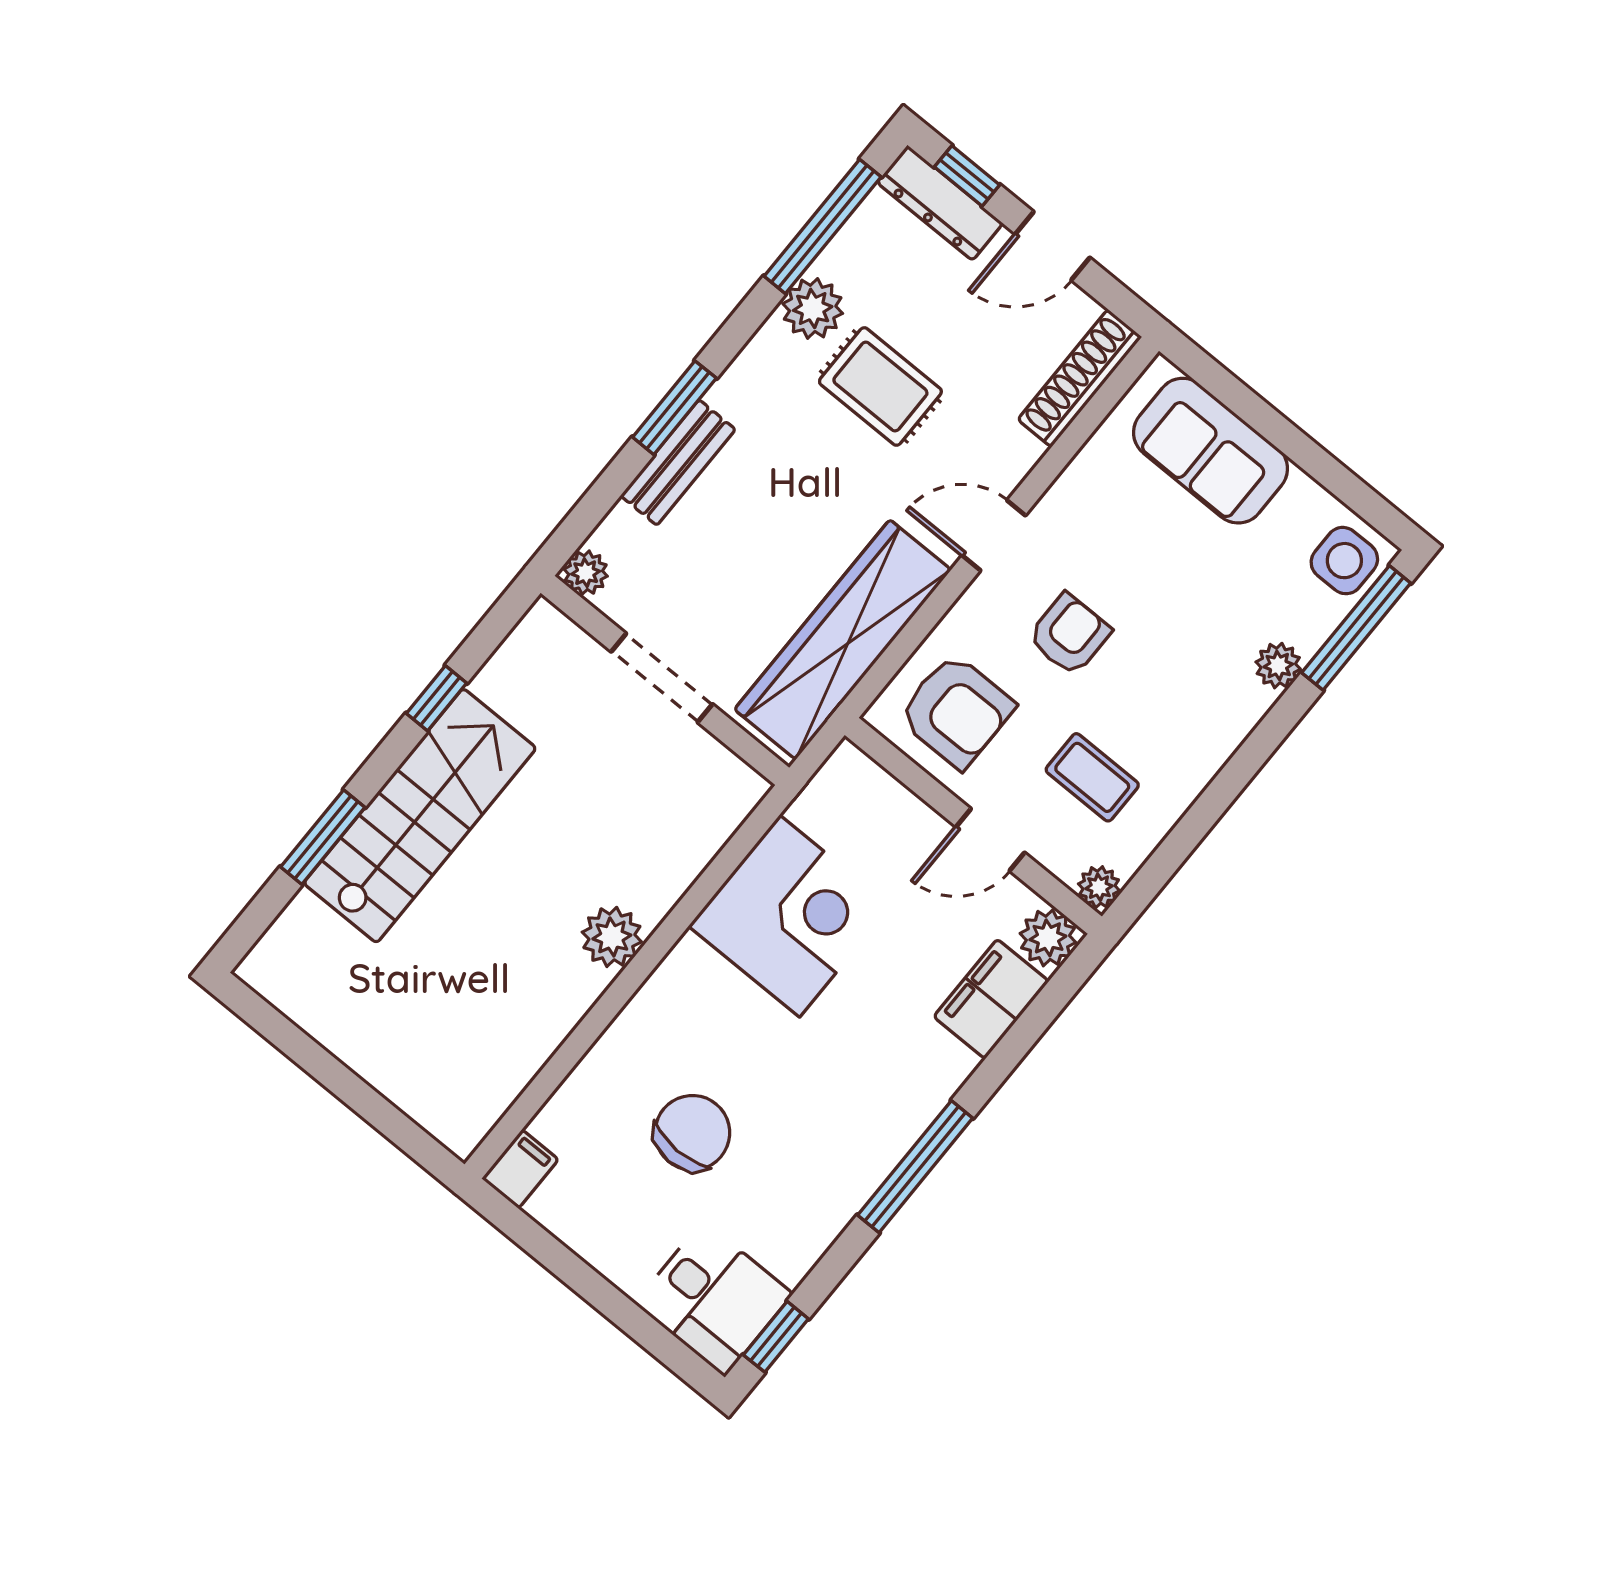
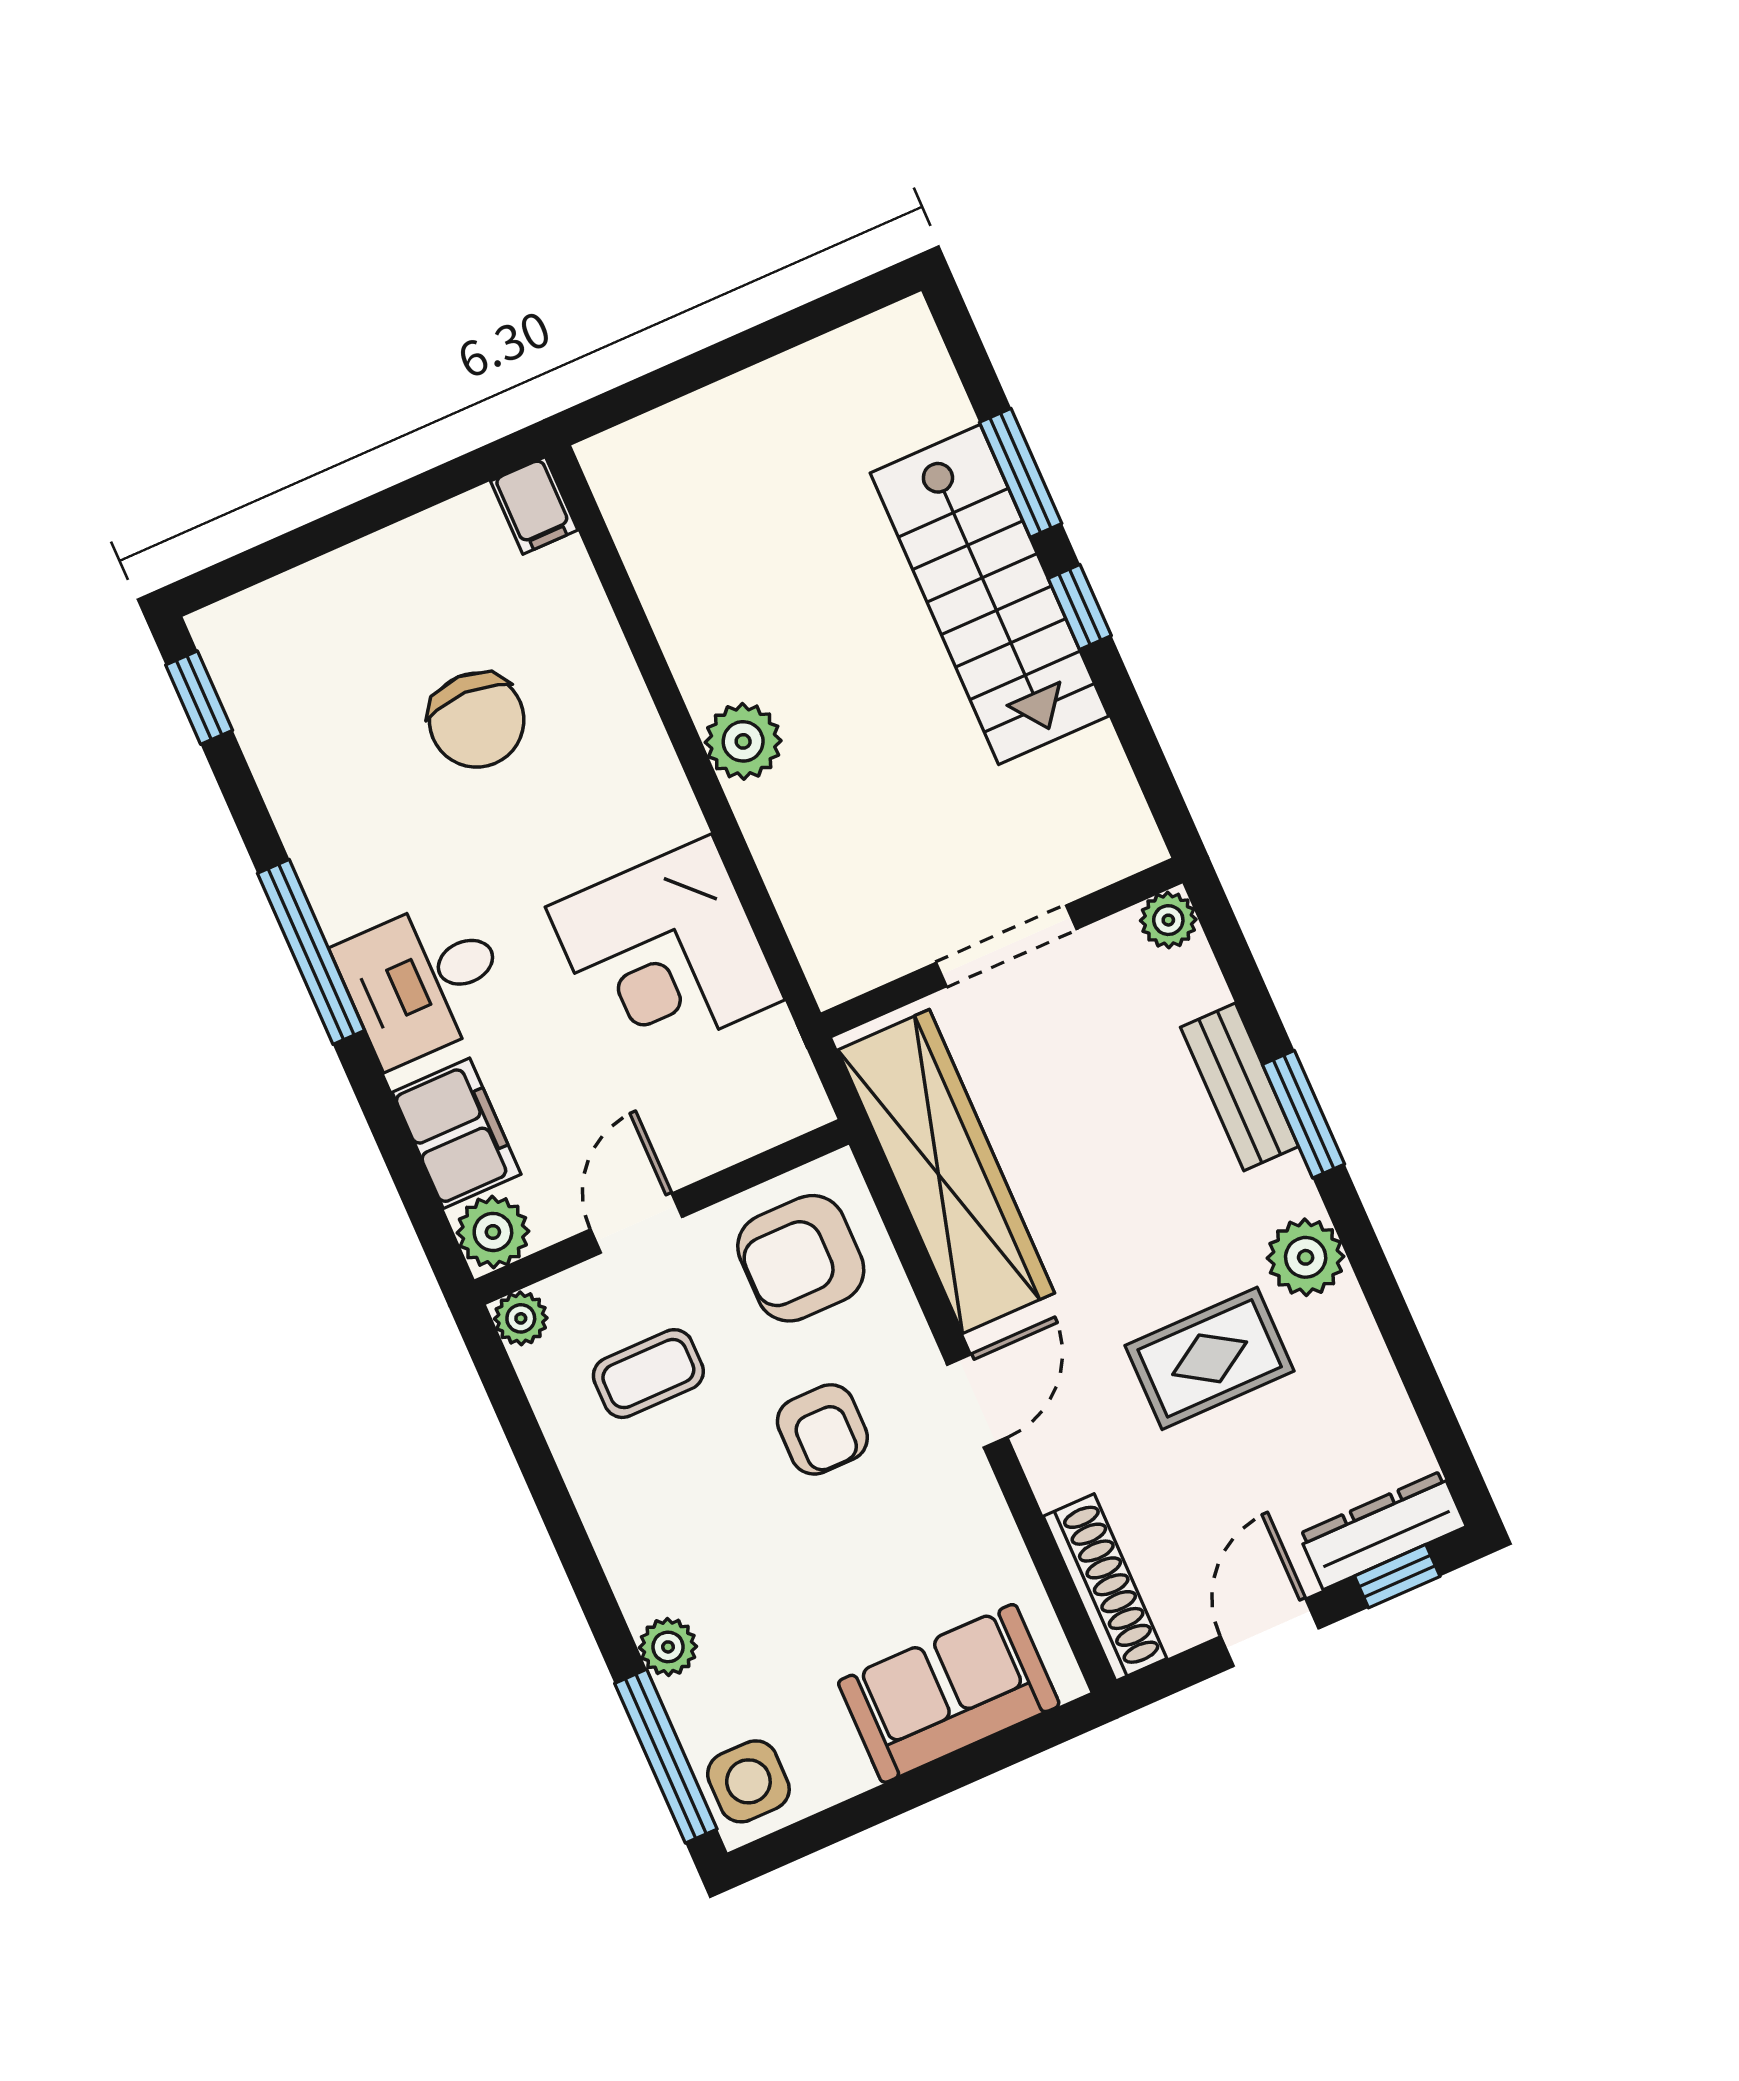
window: (823, 227) -> (1423, 1385), removed
plant: (813, 308) -> (1306, 1257), moved
window: (437, 698) -> (1080, 607), moved
desk: (714, 1299) -> (424, 981), moved

